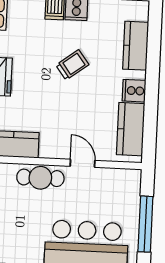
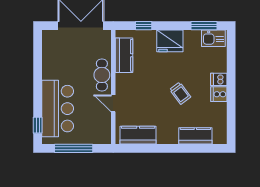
cooker: (134, 91) -> (165, 136), removed
door: (83, 163) -> (113, 103), swing flipped

